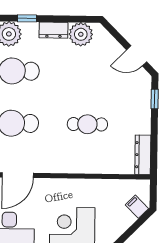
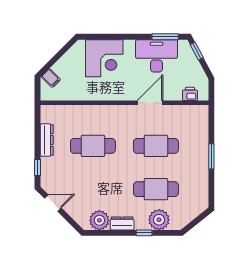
cafe table: (87, 124) -> (93, 146), width x1.37, depth x1.35
dresser: (143, 155) -> (47, 140), moved

